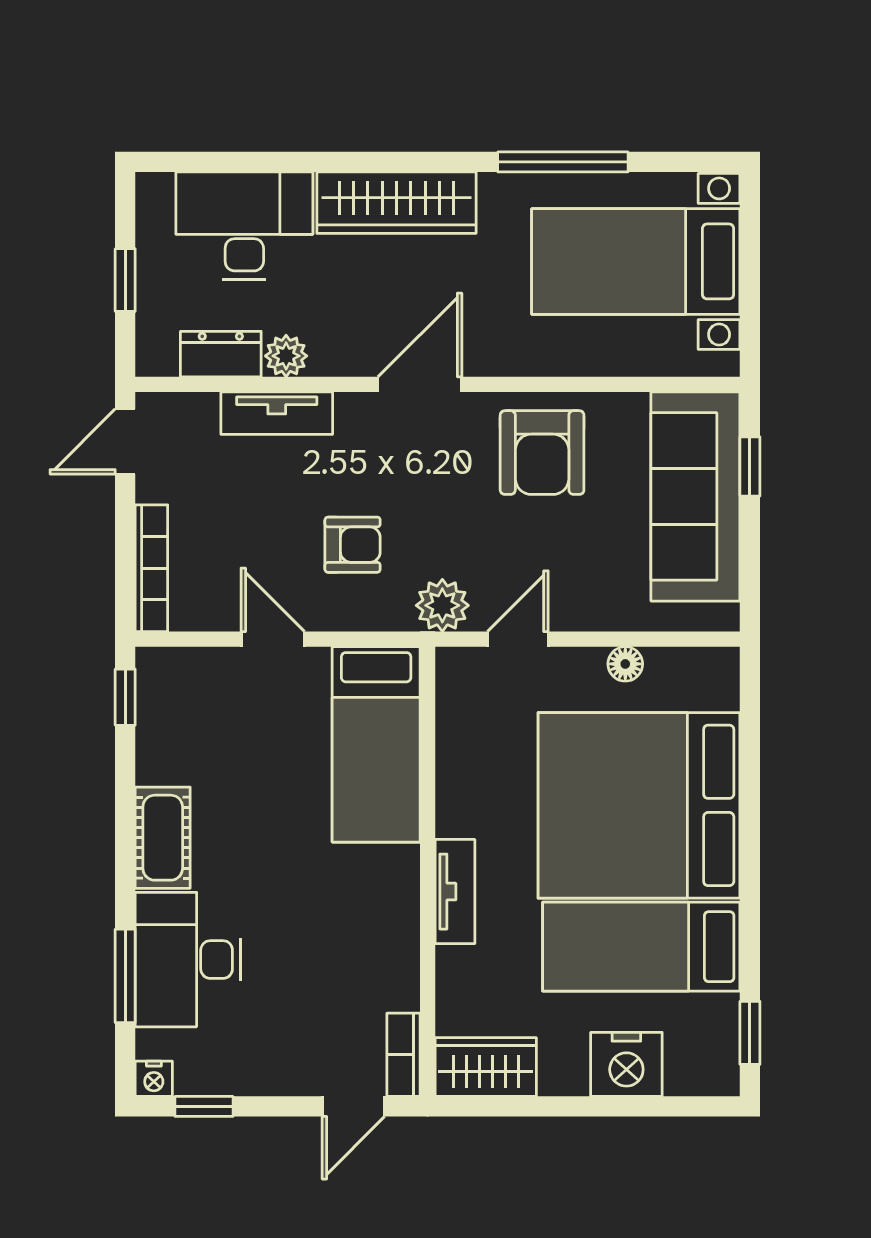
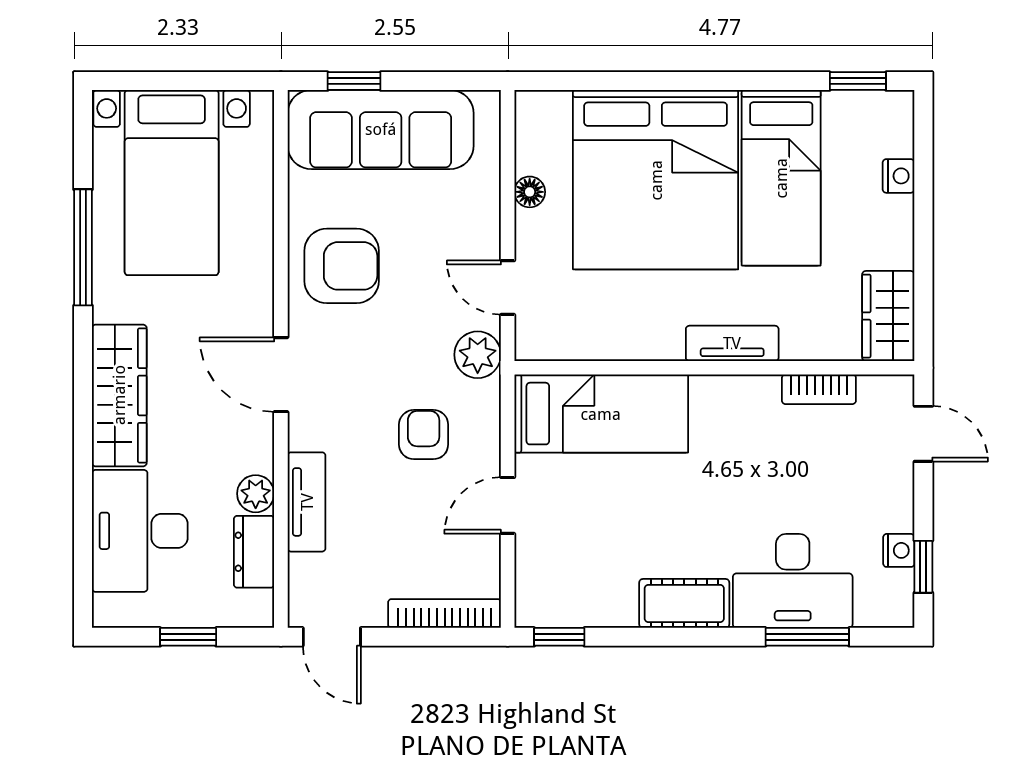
bookcase: (403, 1055) -> (819, 389), moved
nightstand: (626, 1064) -> (899, 176), width x0.53, depth x0.56
nightstand: (154, 1079) -> (899, 550), moved

